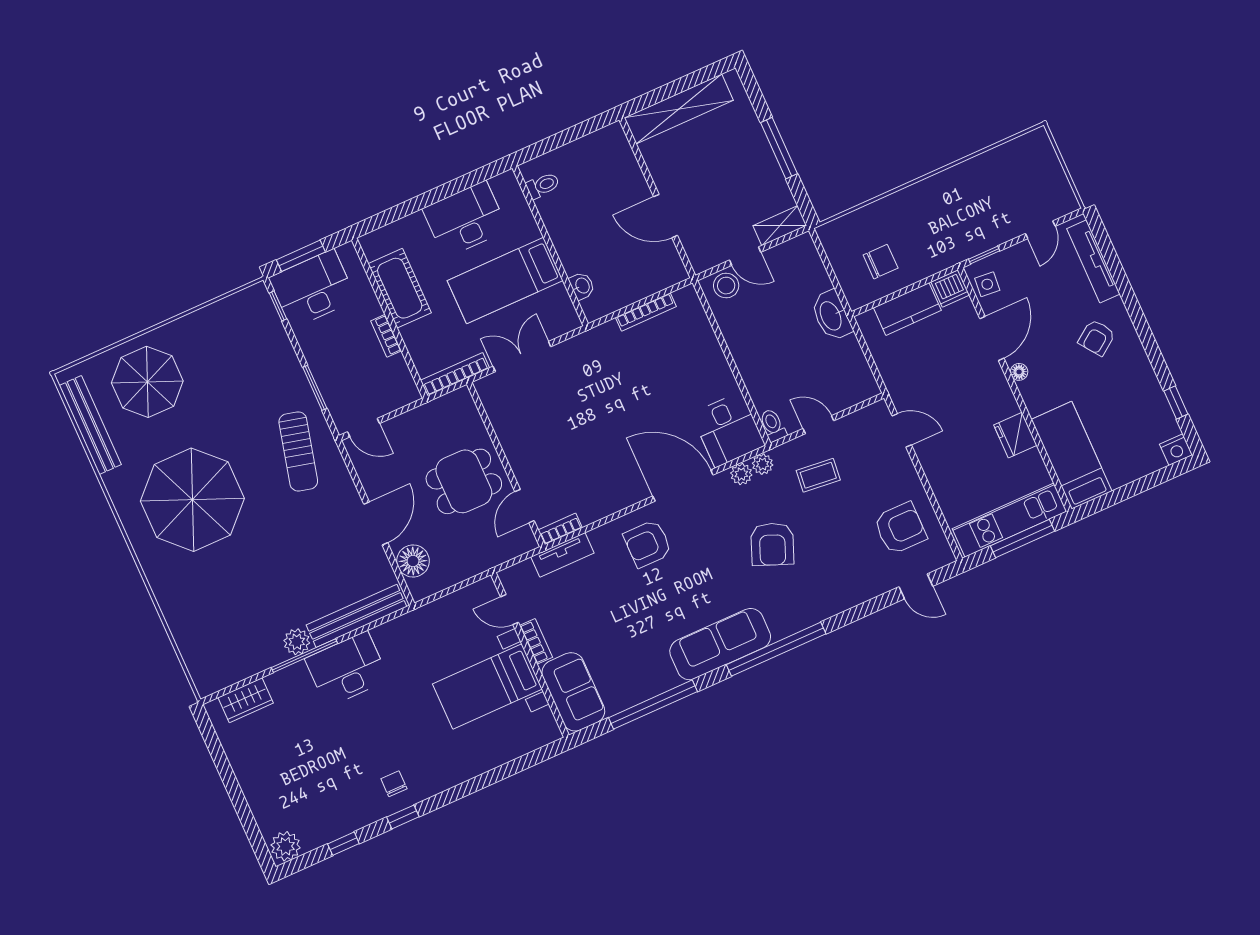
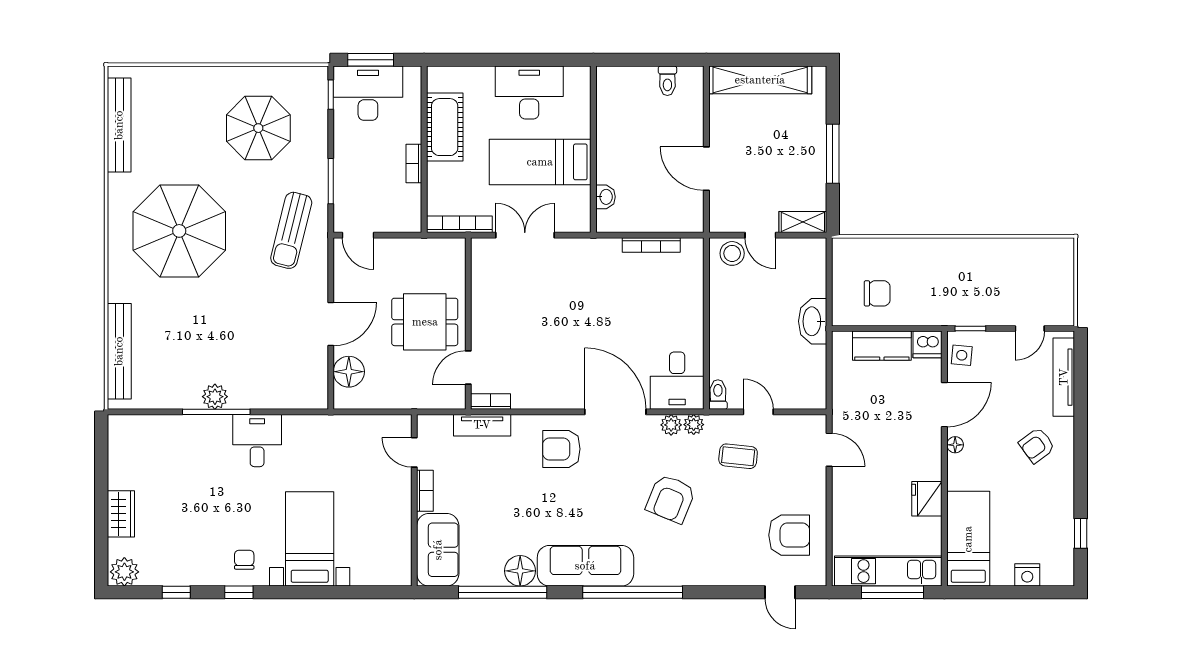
toilet: (543, 185) -> (667, 81), moved, turned 90
parasol: (147, 382) -> (258, 128), moved
nightstand: (1176, 450) -> (1027, 575), moved
bench: (356, 616) -> (119, 351), moved, turned 90
desk: (347, 669) -> (257, 441), width x0.73
floor lamp: (660, 677) -> (520, 571), added
bed with nightstands: (487, 686) -> (310, 539), moved, turned 90
wardrobe: (246, 700) -> (121, 514), moved, turned -90

